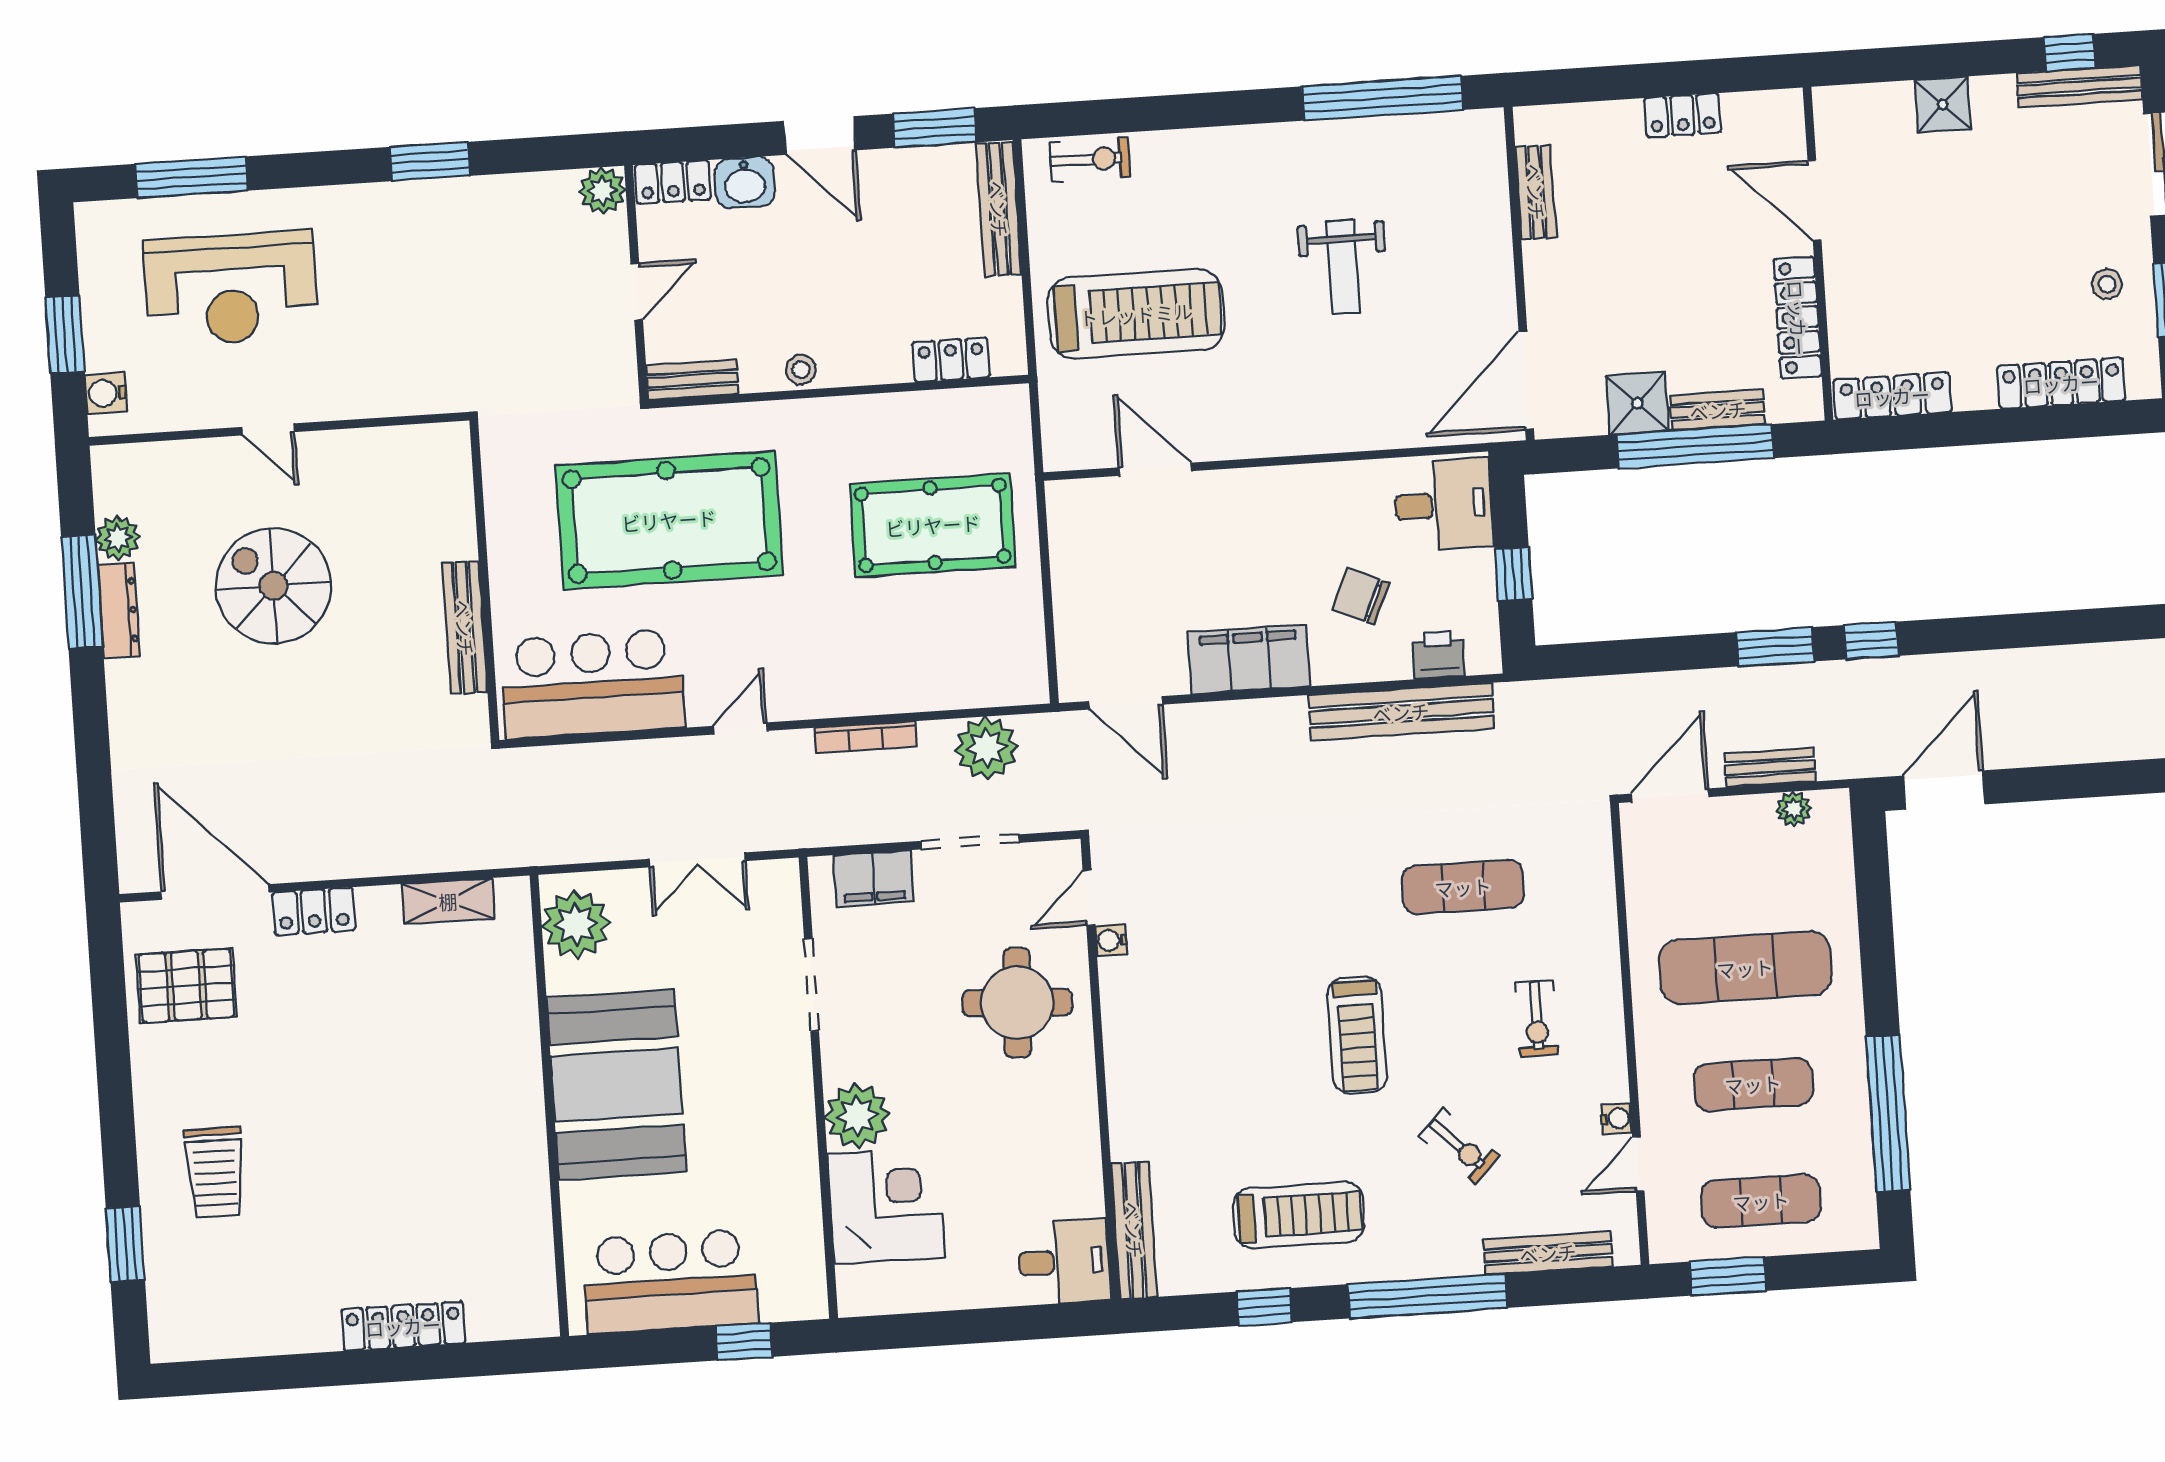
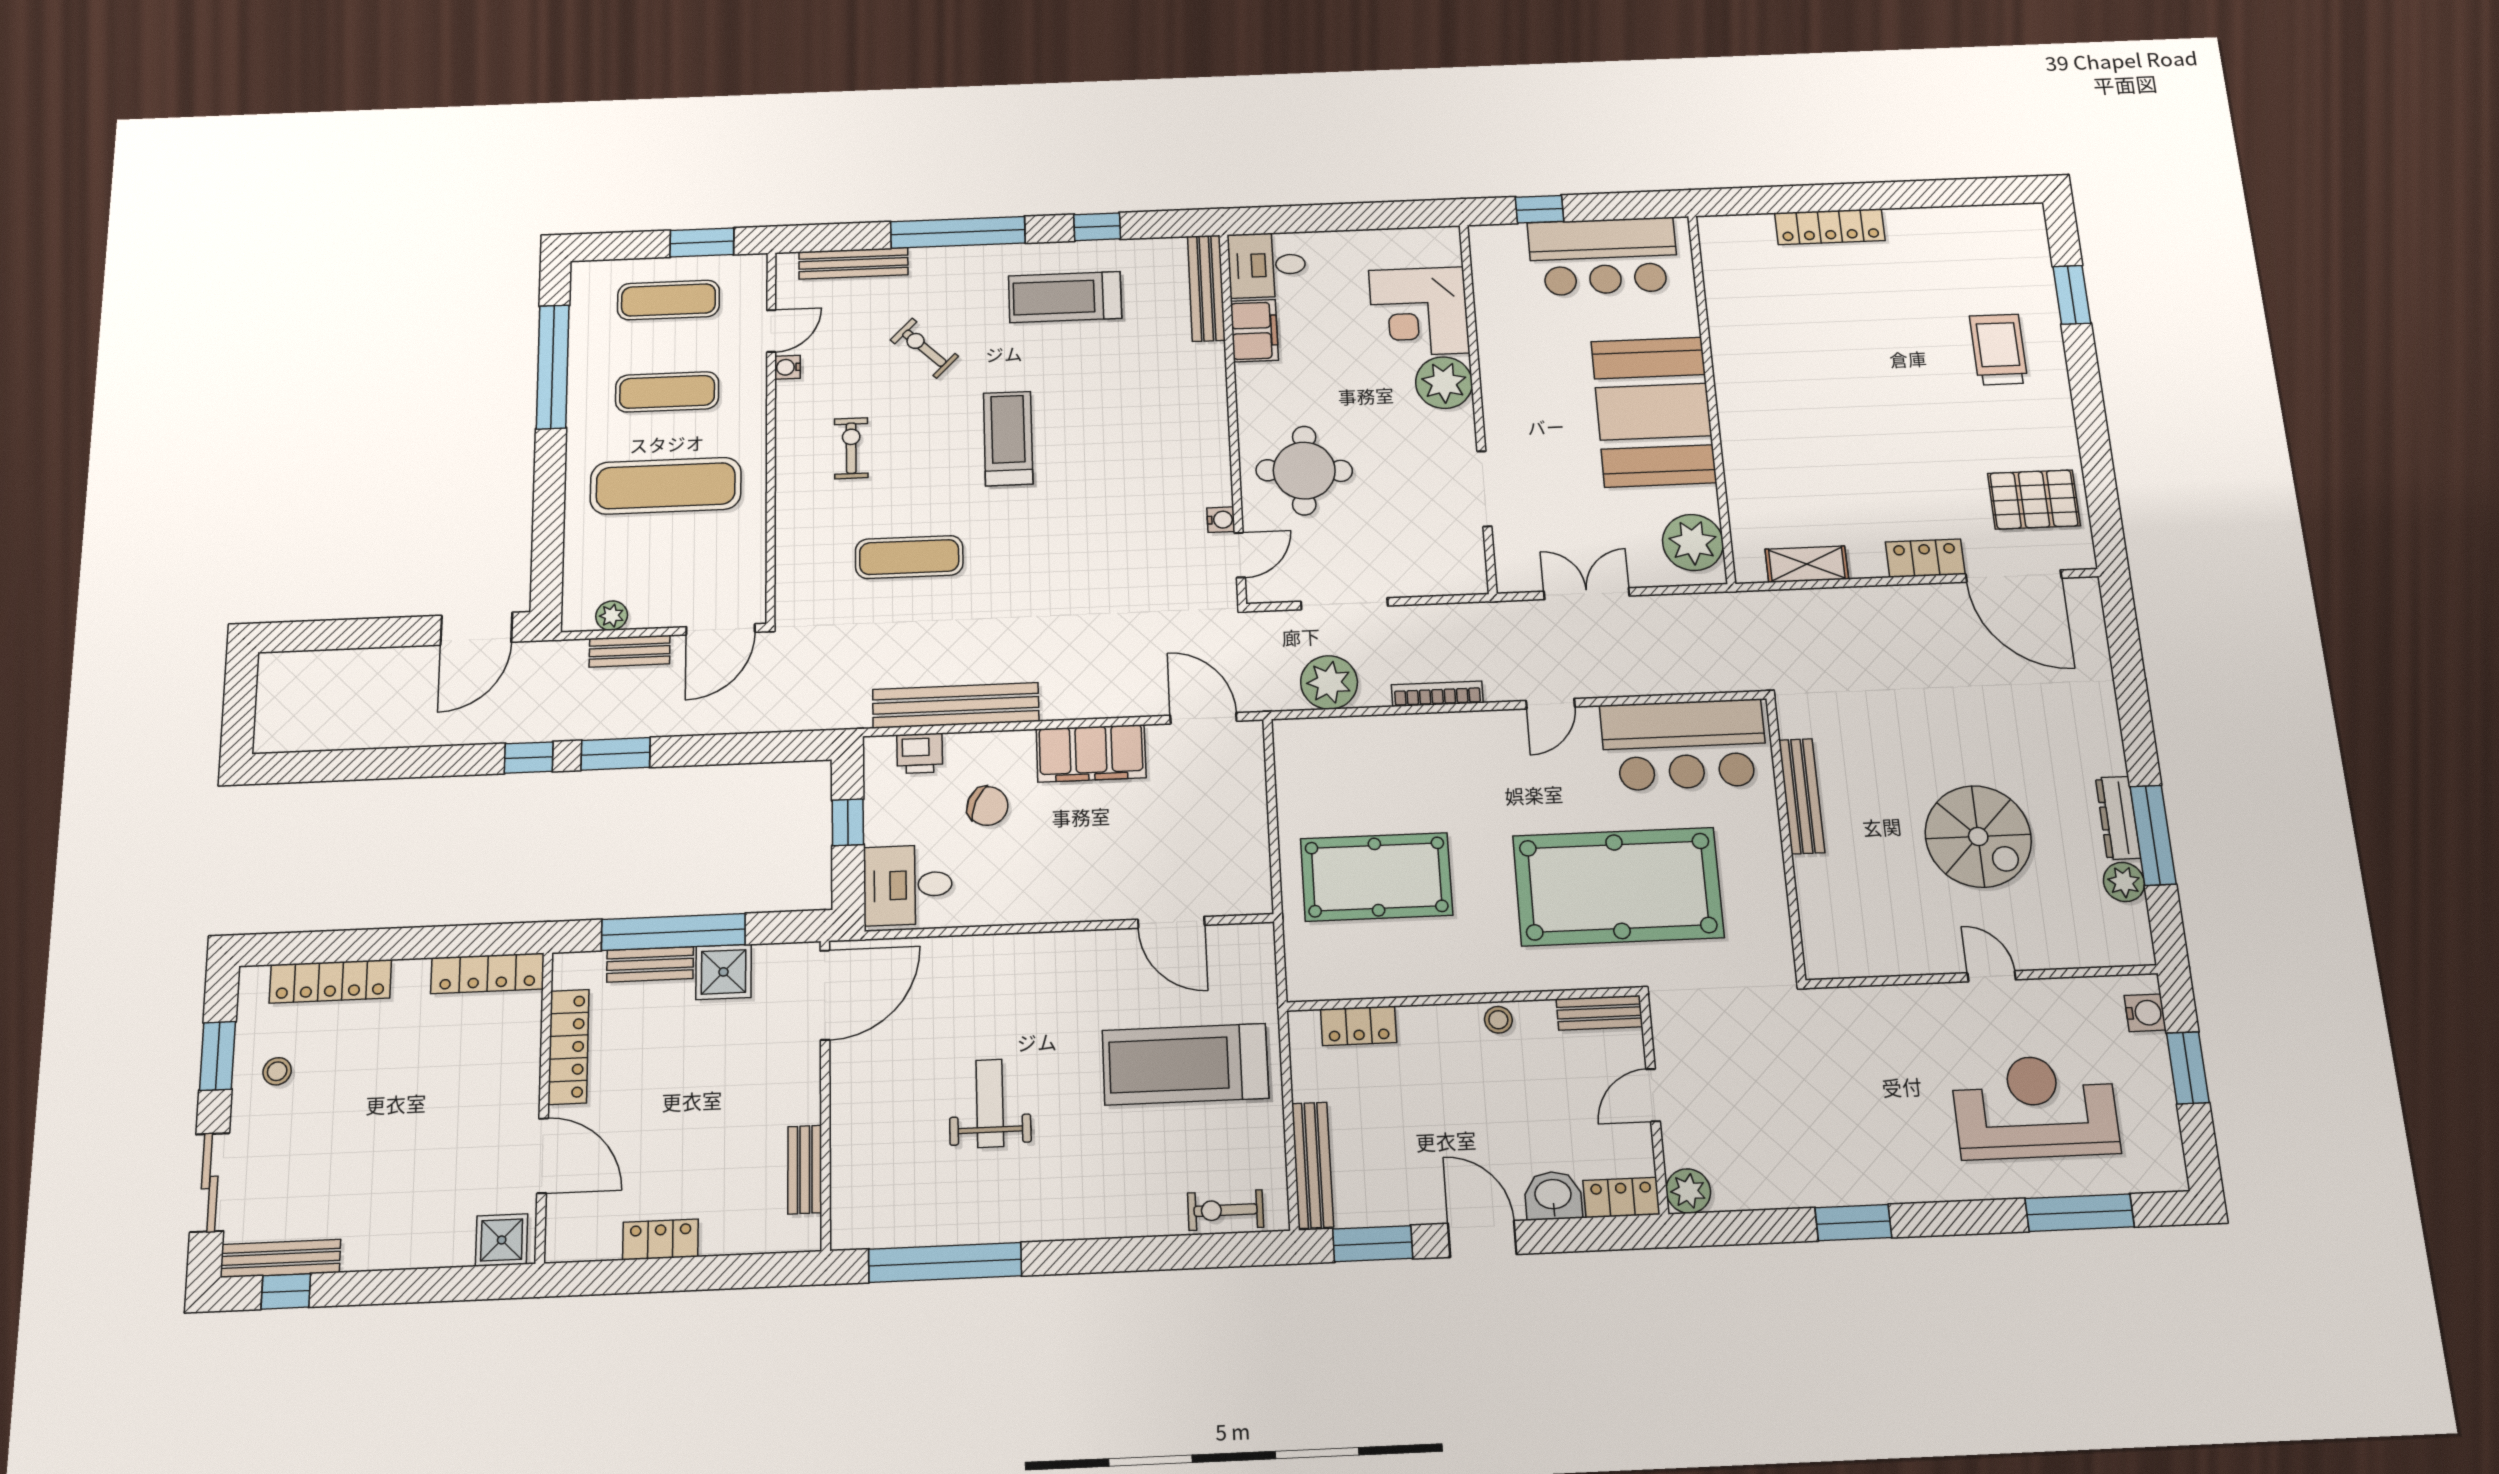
shower: (1943, 105) -> (502, 1240), moved
filing cabinet: (874, 878) -> (1254, 331), moved, turned 90

